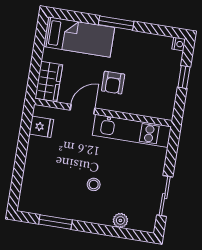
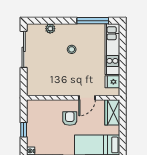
kitchen unit: (132, 131) -> (112, 49), moved, turned -90
sliding door: (165, 196) -> (24, 49), width x1.37
window: (55, 222) -> (93, 21), width x1.44

